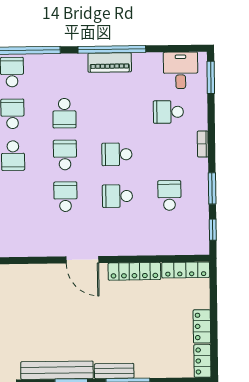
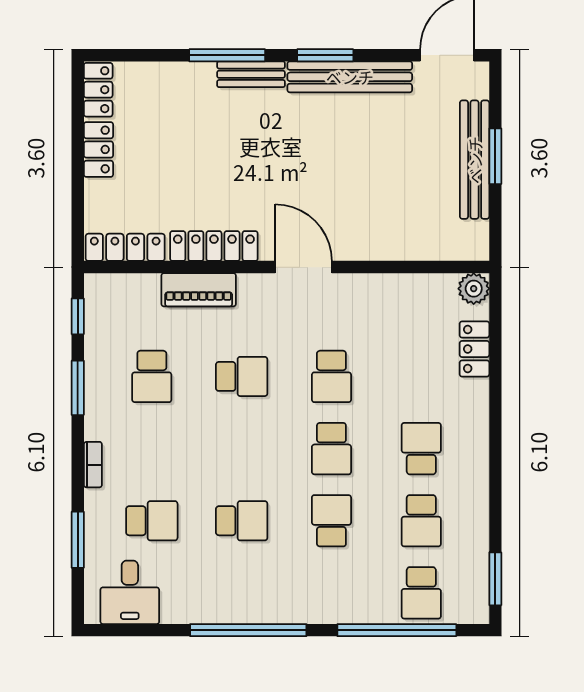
piano: (110, 63) -> (199, 290), moved, turned 180
window: (211, 77) -> (78, 540), moved
school desk: (117, 154) -> (242, 521), moved

